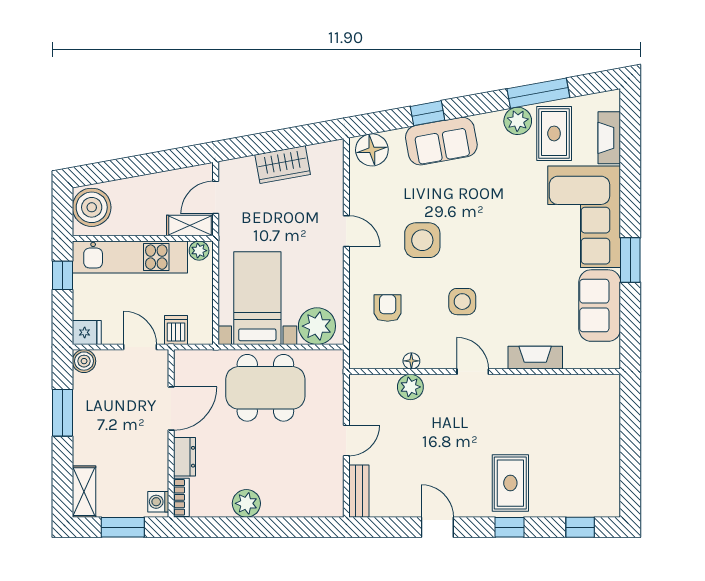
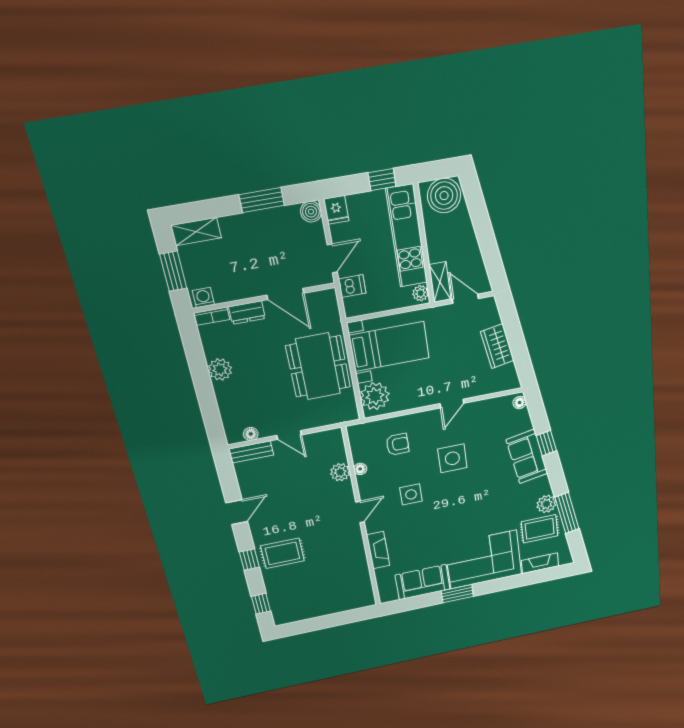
floor lamp: (372, 150) -> (520, 403), width x0.53, depth x0.53
floor lamp: (335, 486) -> (251, 434), added

